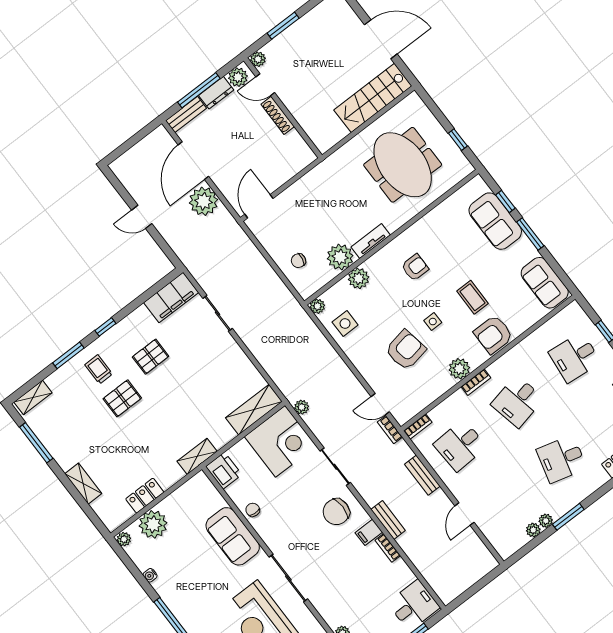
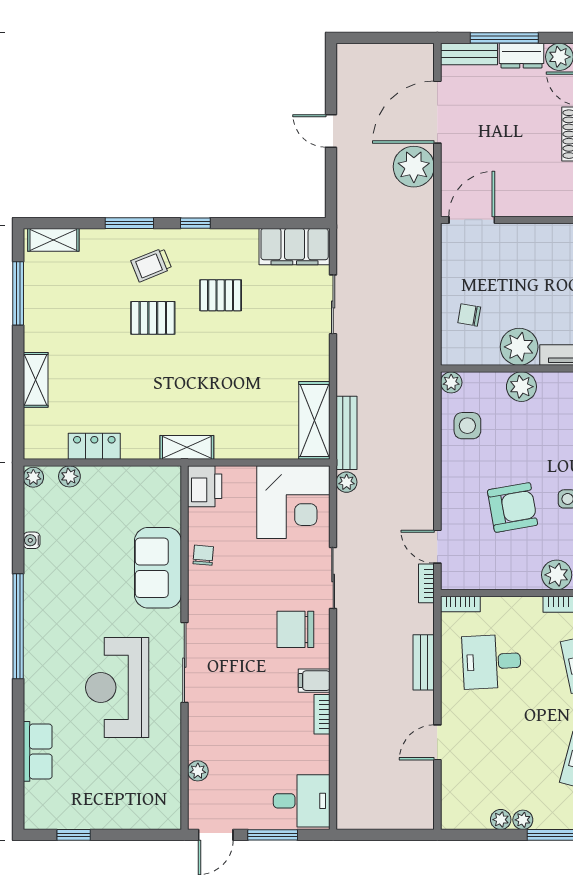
trolley: (99, 369) -> (151, 265), turned -112
shelving: (254, 410) -> (314, 420), moved, turned 90
bench: (388, 520) -> (347, 433), moved, width x1.36
plant: (153, 524) -> (69, 476), width x0.53, depth x0.53

